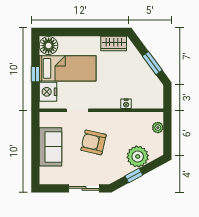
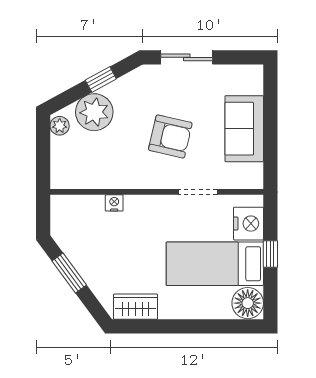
plant: (158, 128) -> (60, 126), moved

